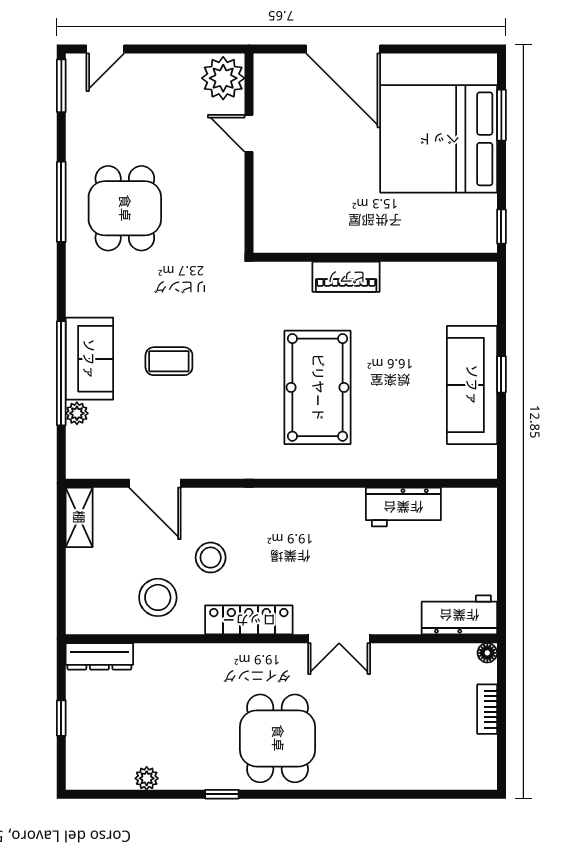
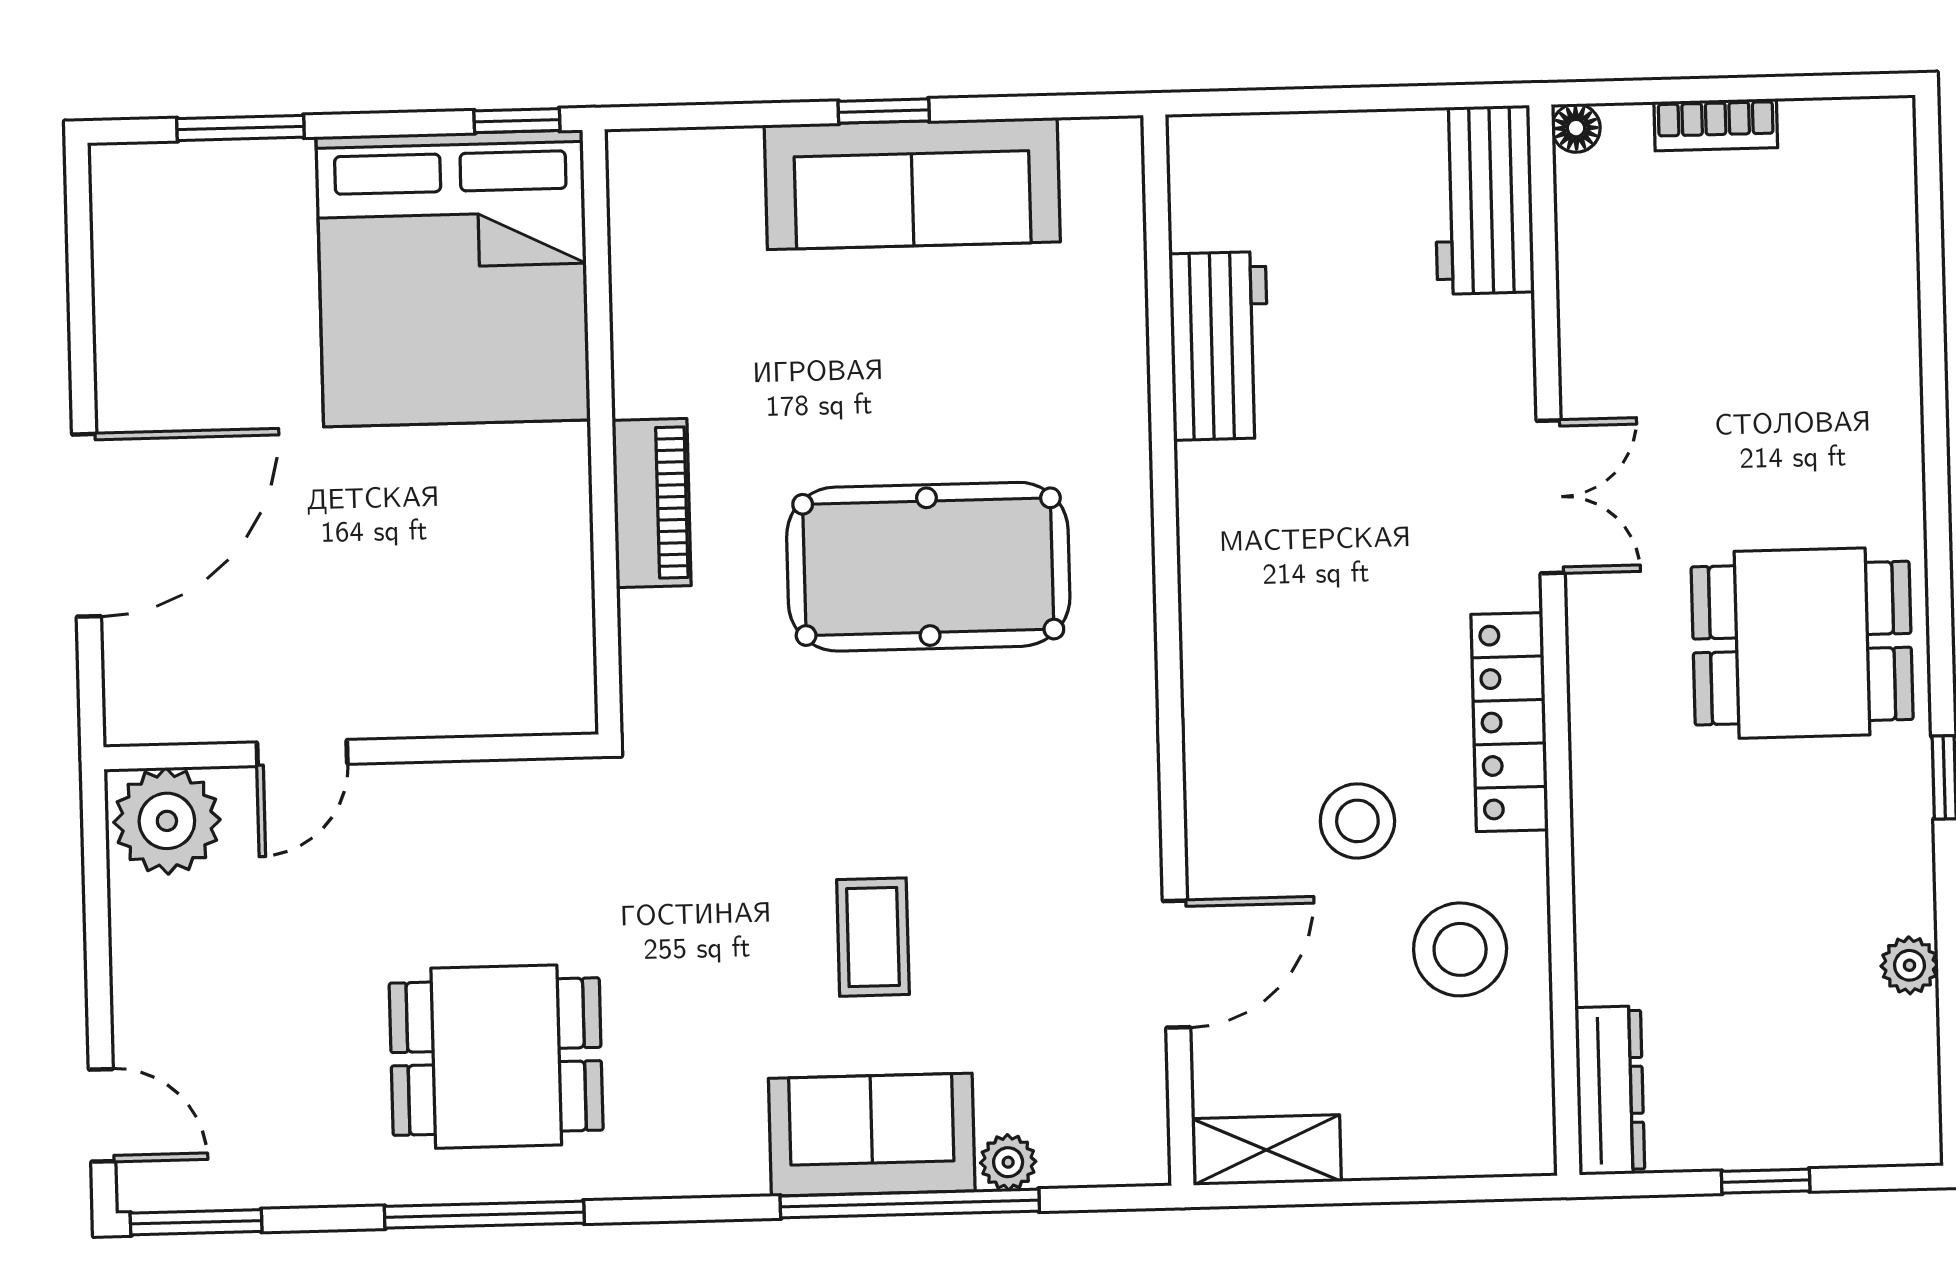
bed: (439, 139) -> (453, 278), moved

